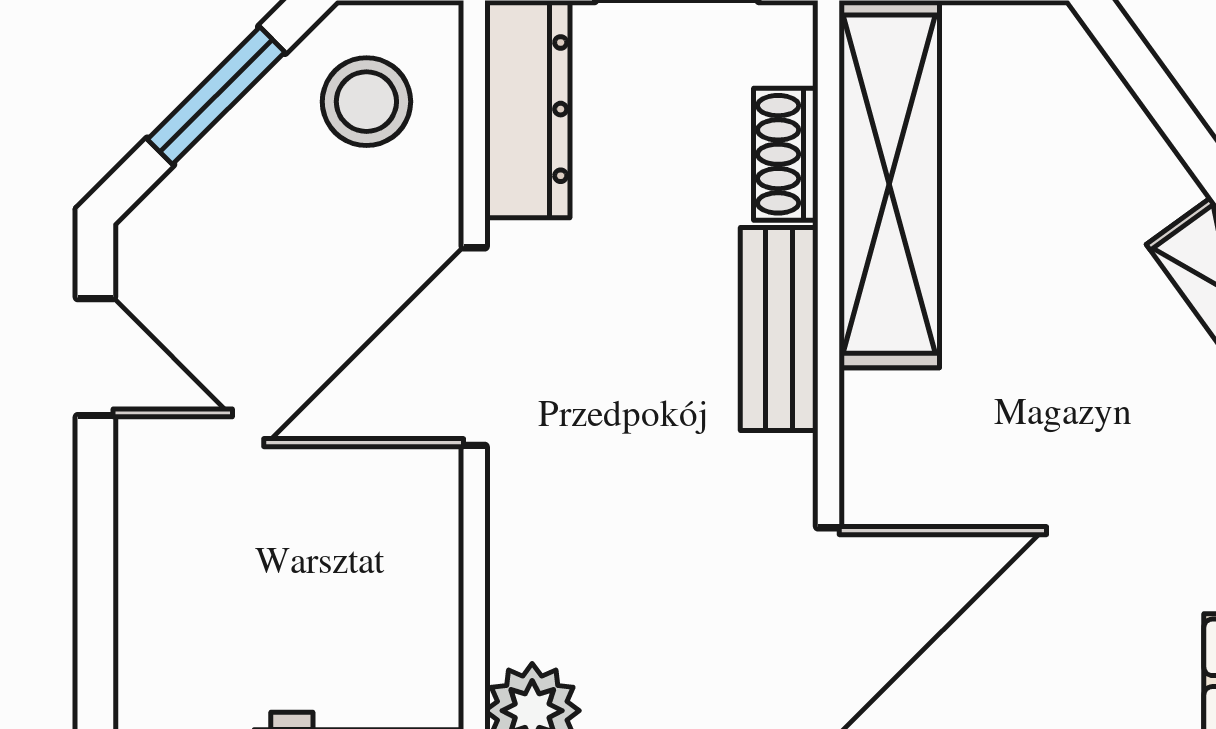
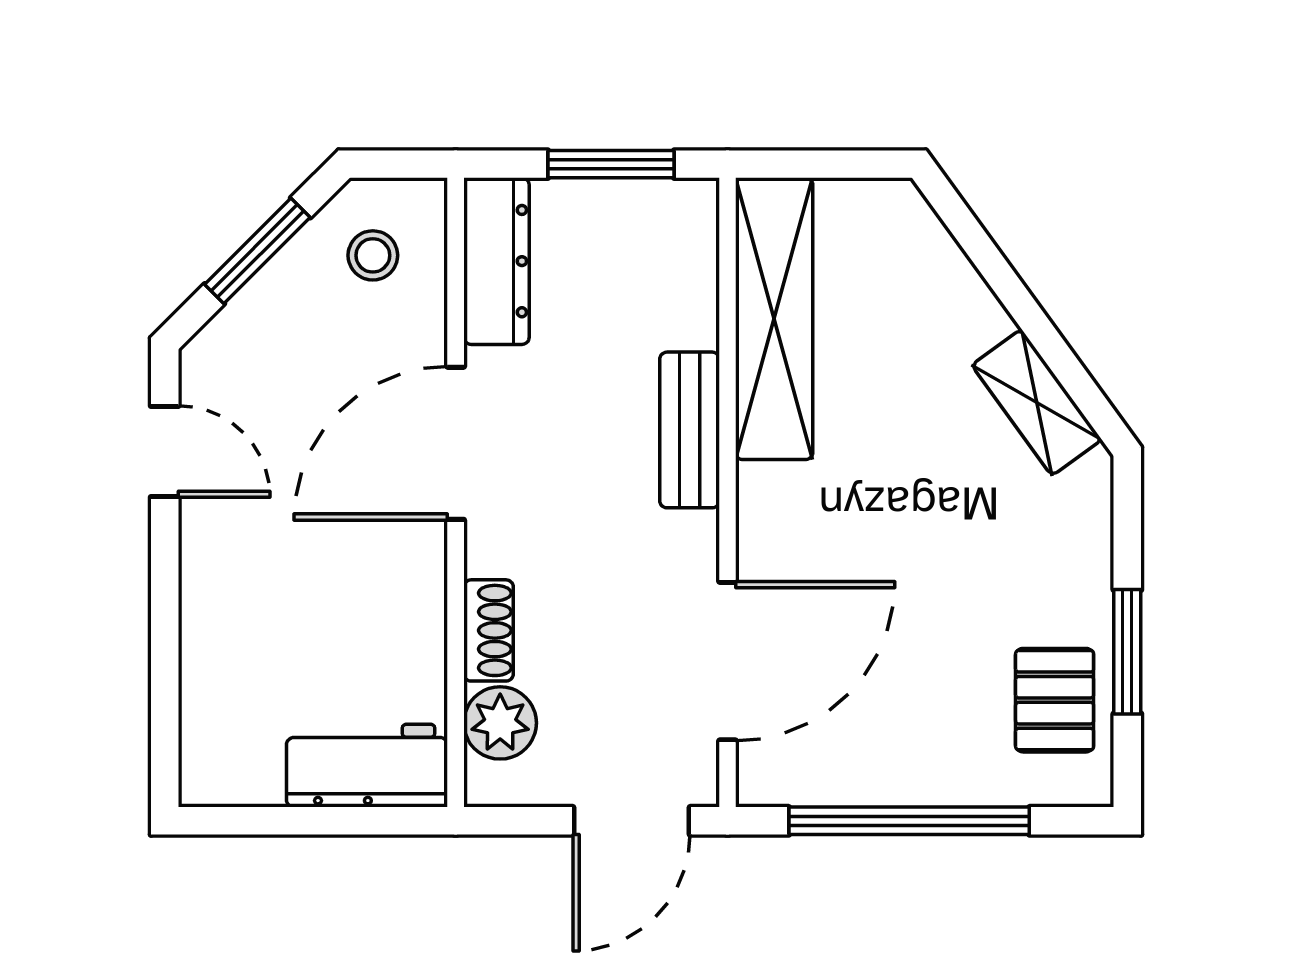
stool: (366, 102) -> (373, 255), width x0.73, depth x0.73
shoe rack: (786, 154) -> (488, 630), moved, turned 180

